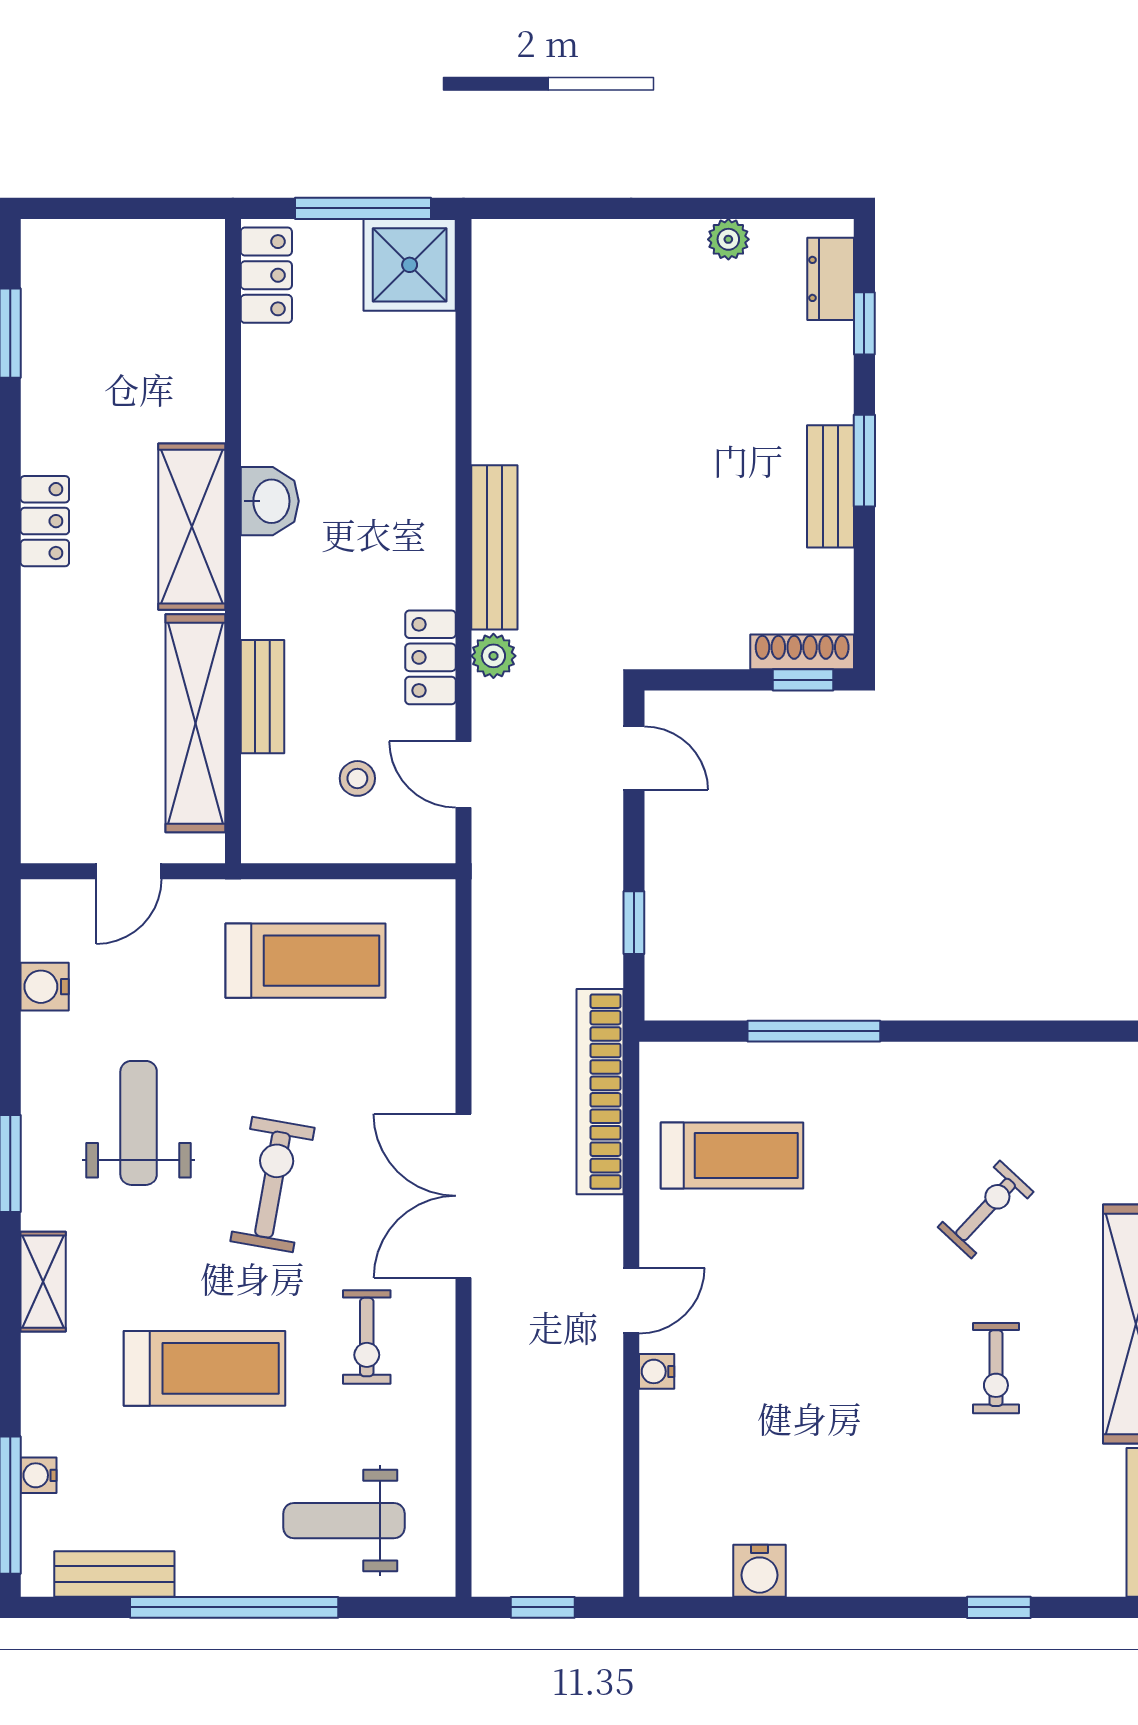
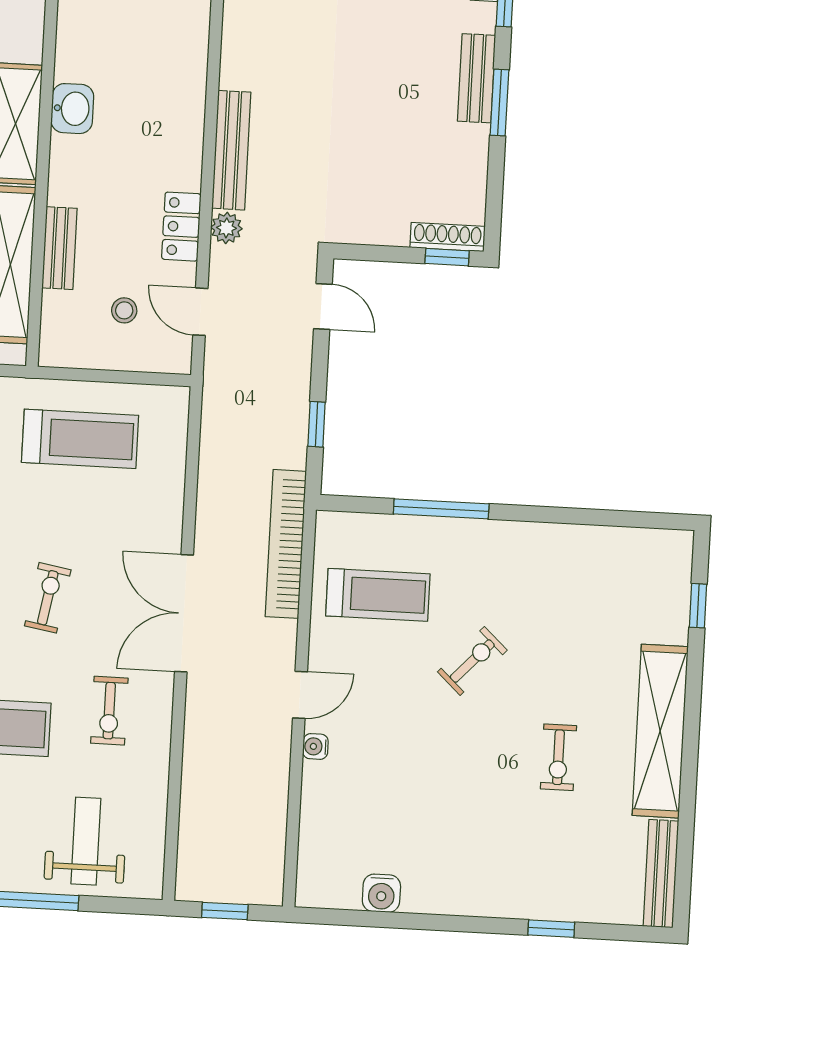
bench: (831, 486) -> (477, 78), moved
exercise bike: (273, 1185) -> (48, 598), width x0.73, depth x0.72
exercise bike: (986, 1209) -> (472, 661), moved
weight bench: (344, 1521) -> (86, 841), turned 90

